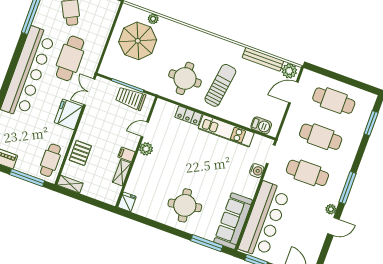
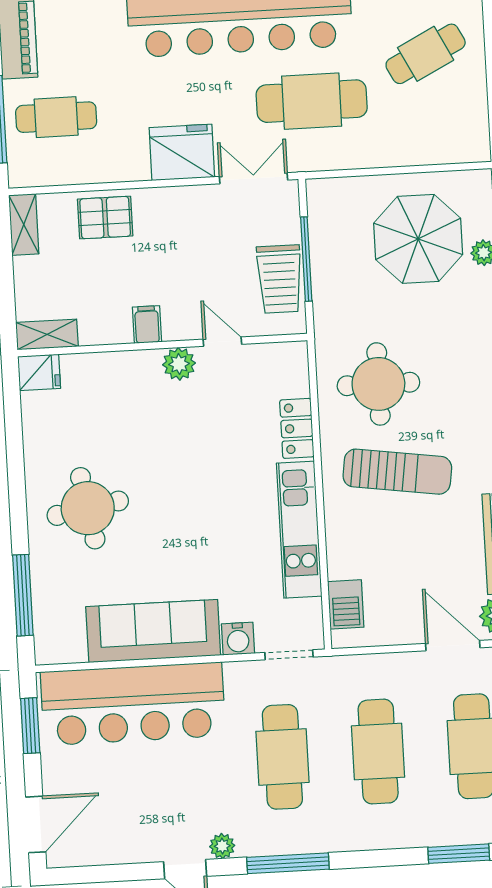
trolley: (131, 98) -> (280, 279), turned 180
cafe table: (50, 160) -> (56, 117), moved
shelving: (122, 173) -> (47, 334), moved
sofa: (233, 221) -> (153, 631), moved

